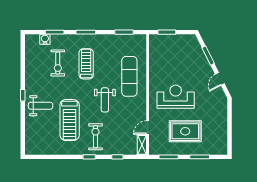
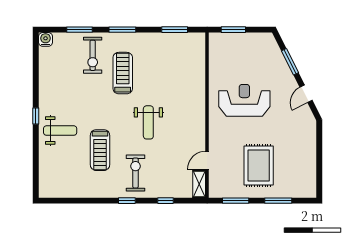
water cooler: (45, 39) -> (46, 39), moved
exercise bike: (58, 63) -> (93, 55), moved
exercise mat: (129, 76) -> (182, 90), removed
reception desk: (176, 97) -> (244, 100), moved
treadmill: (70, 120) -> (100, 150), width x0.73, depth x0.73
rug: (185, 131) -> (259, 166), turned 90

